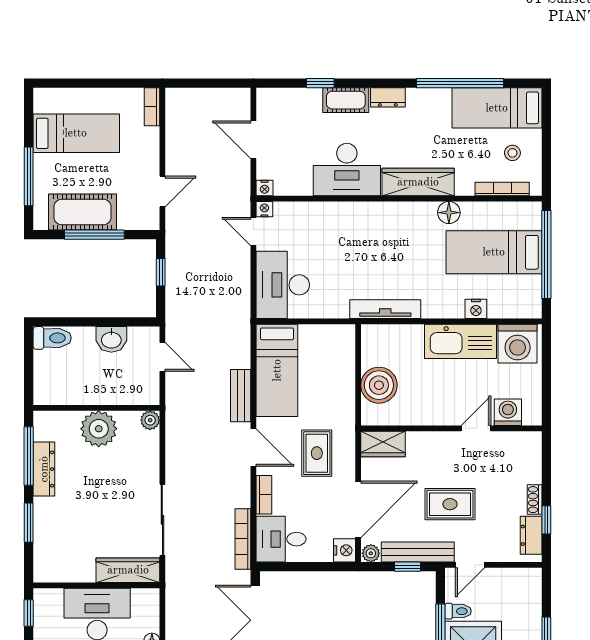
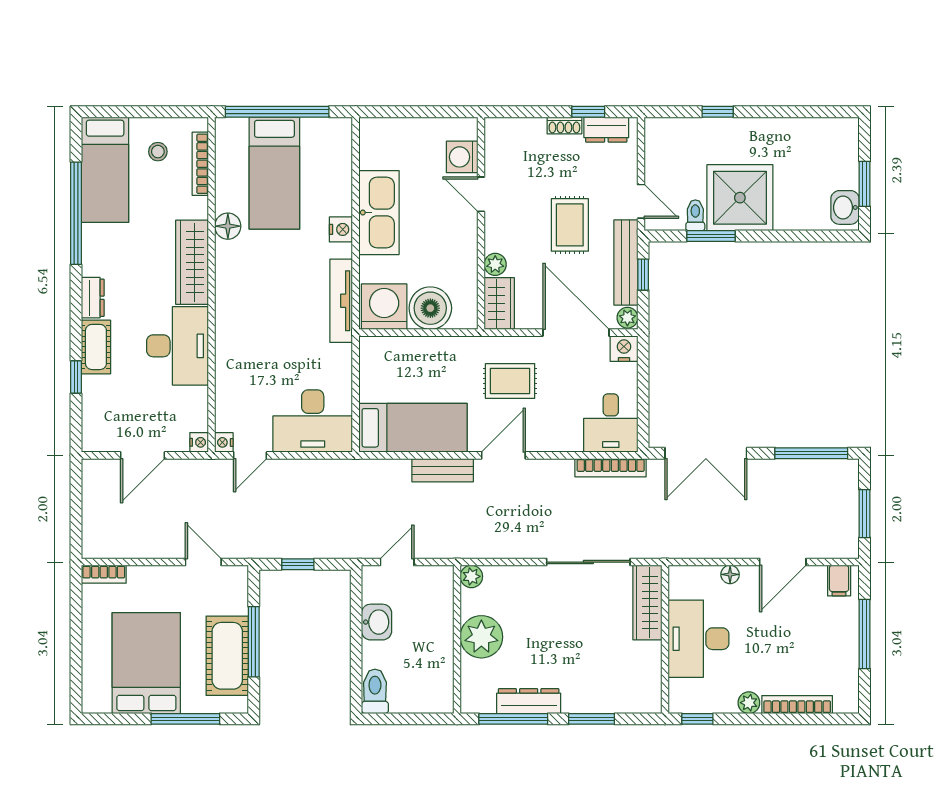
bed: (76, 133) -> (146, 663), width x1.50
nightstand: (476, 309) -> (341, 229), moved
washing machine: (518, 344) -> (384, 307), moved, turned -90
plant: (416, 441) -> (495, 264), added
bookcase: (264, 495) -> (559, 443), removed

